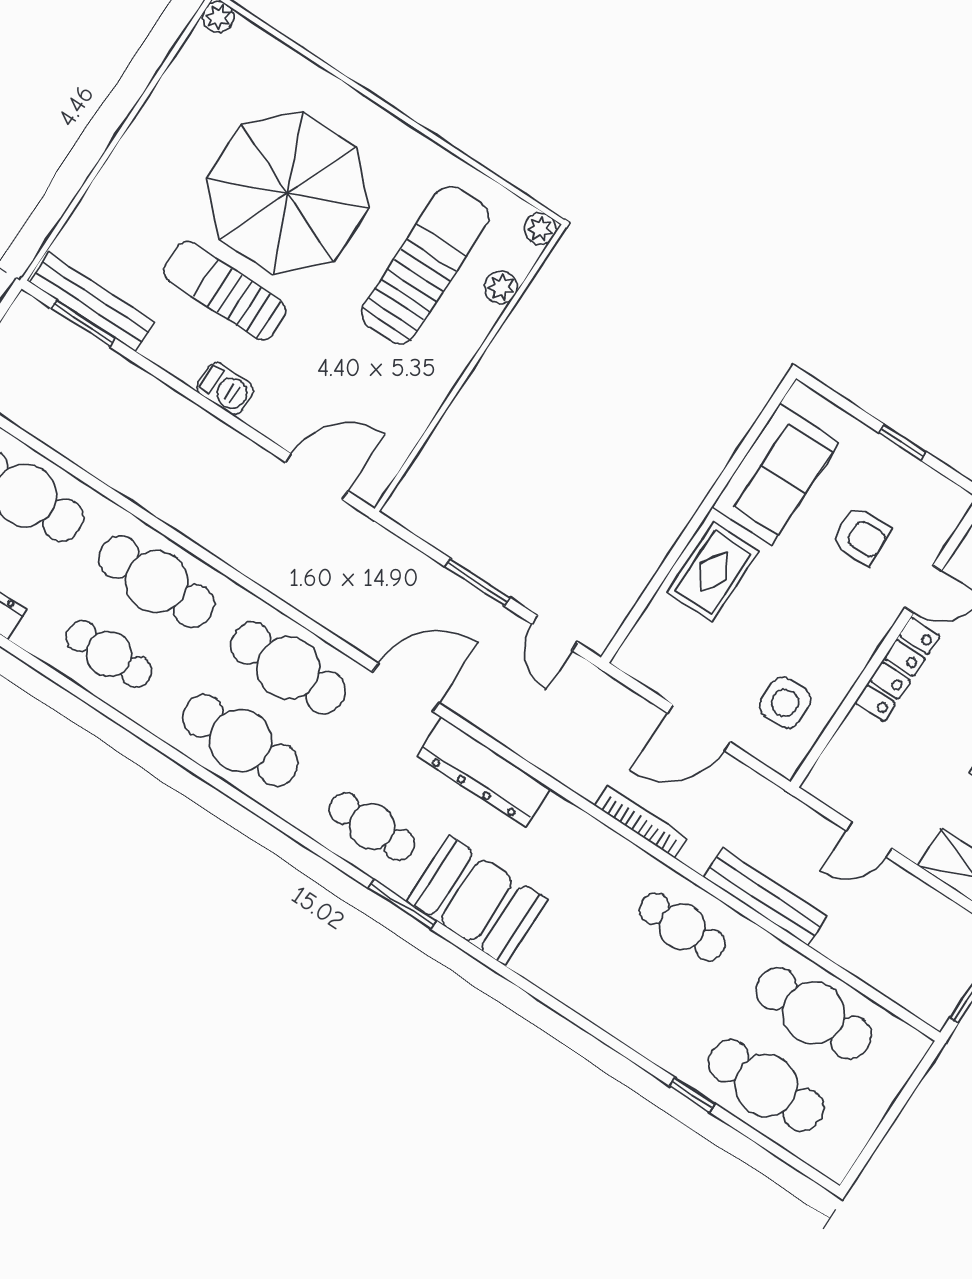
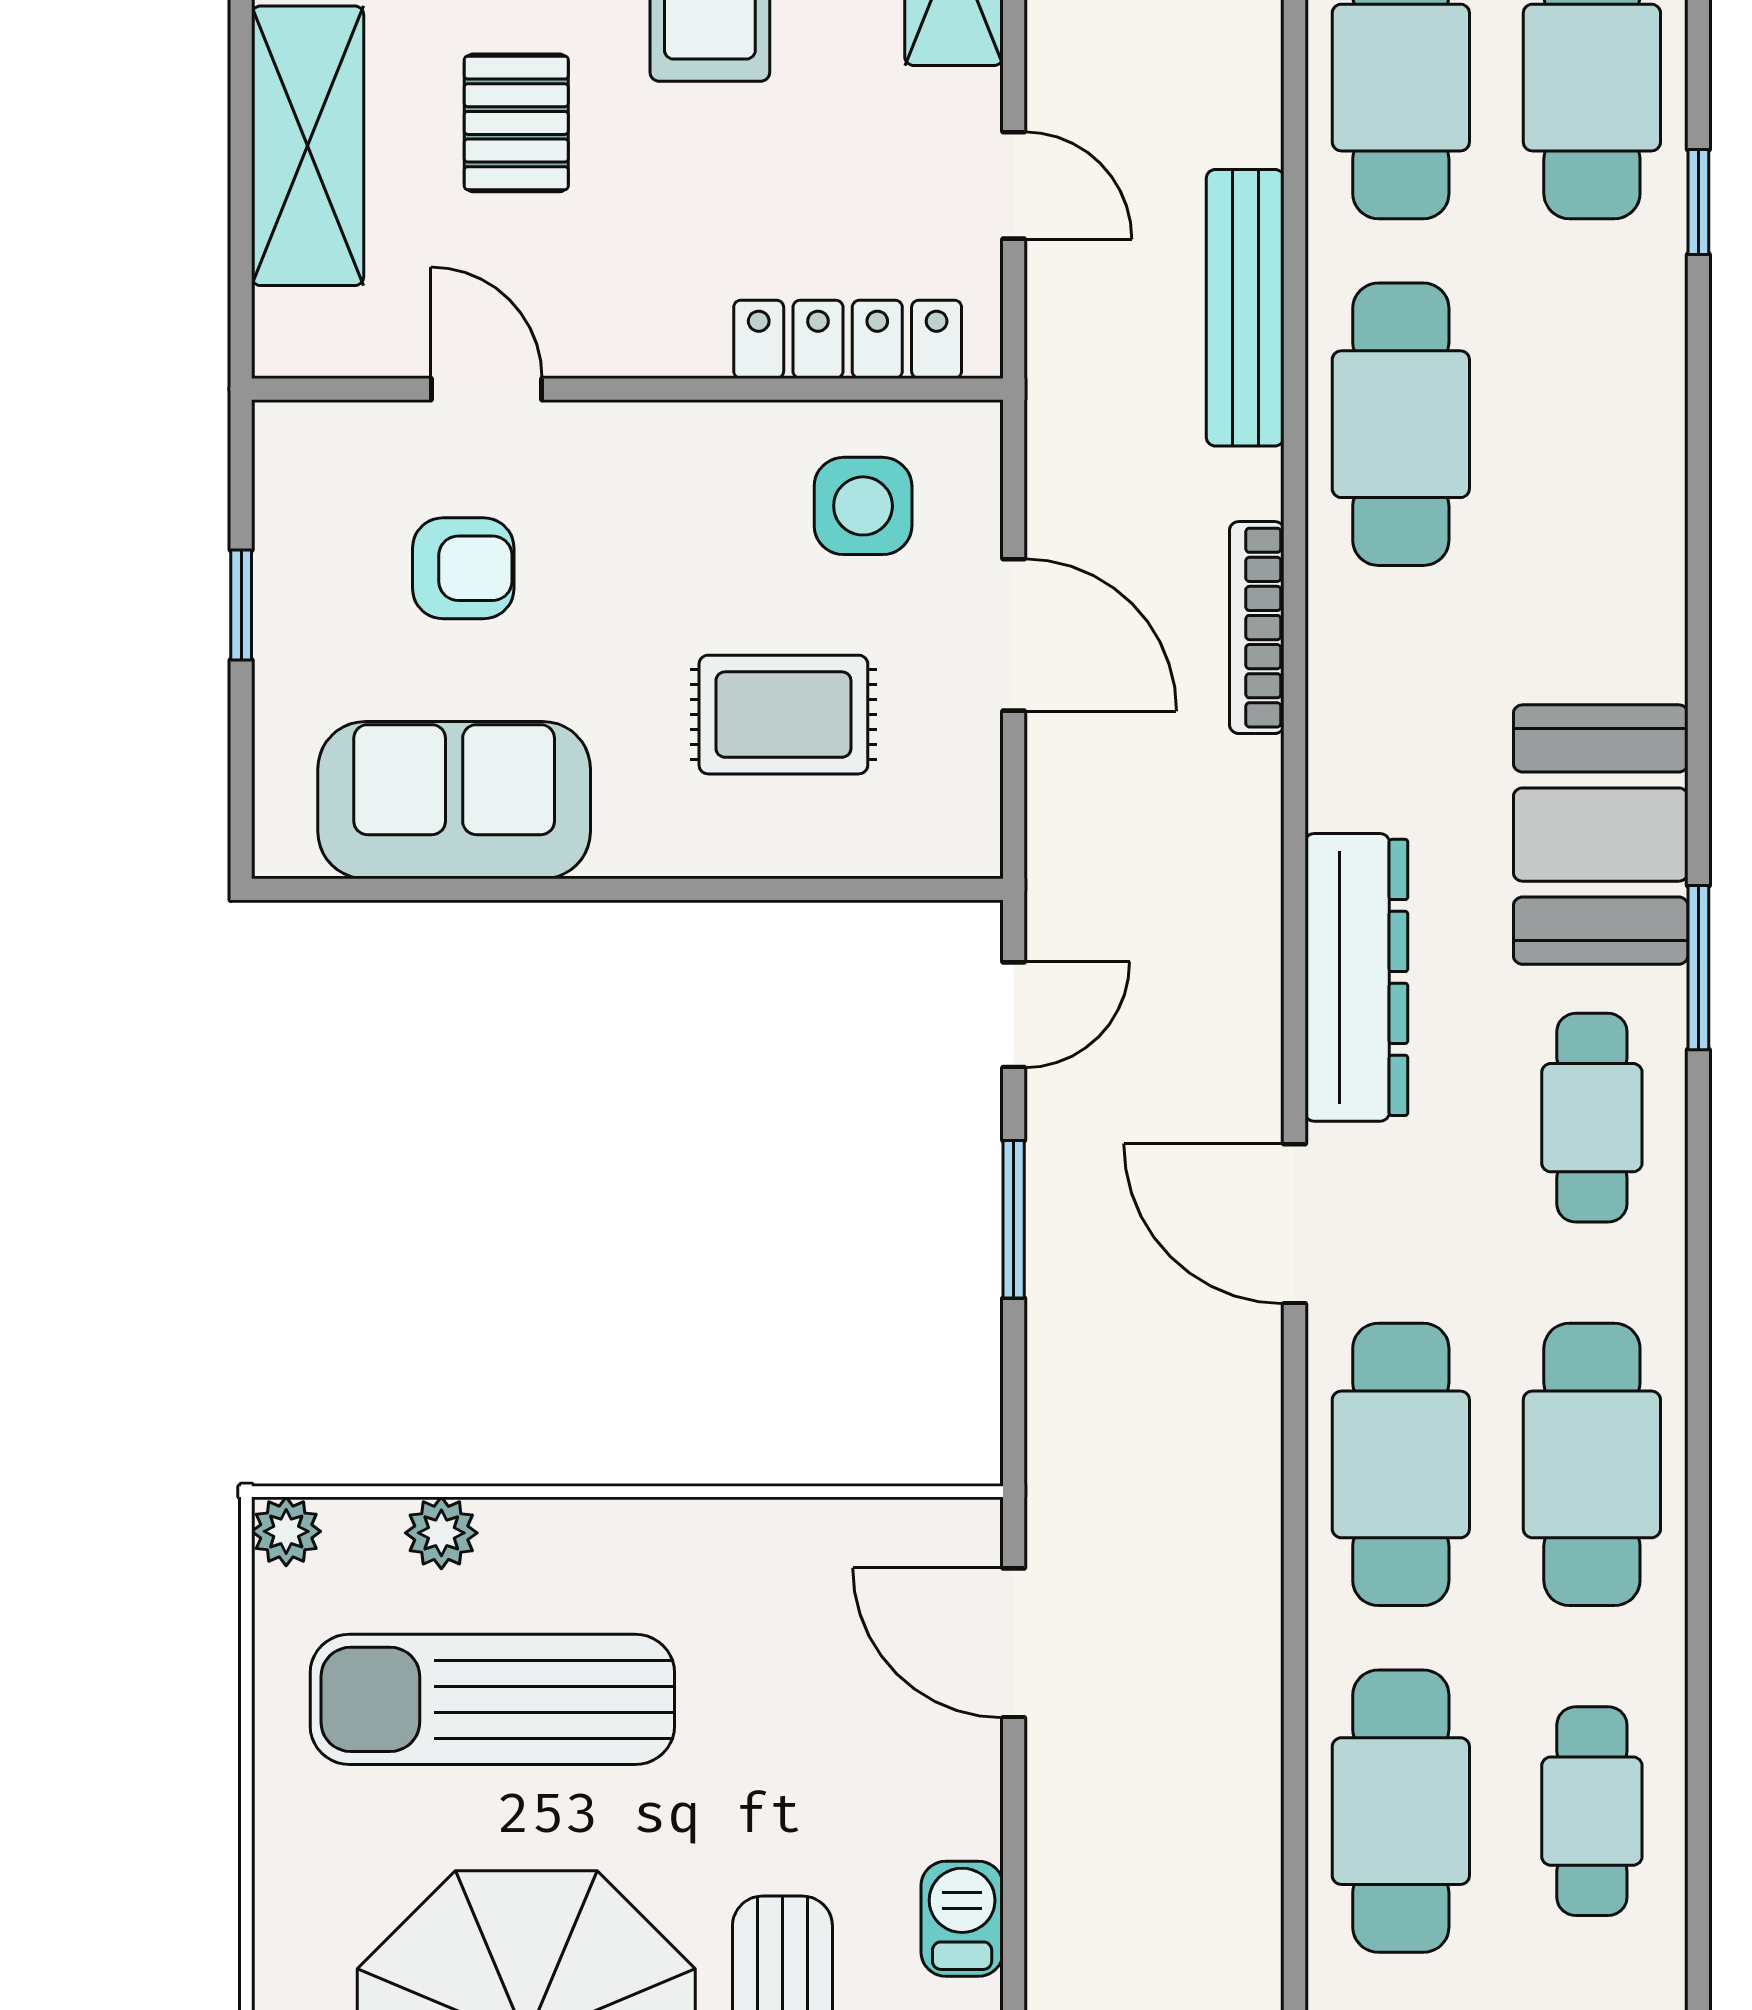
armchair: (861, 536) -> (463, 568), turned 92
rug: (713, 572) -> (783, 715), moved
locker: (897, 669) -> (848, 339), moved
cafe table: (682, 927) -> (1401, 424), width x1.37, depth x1.35

